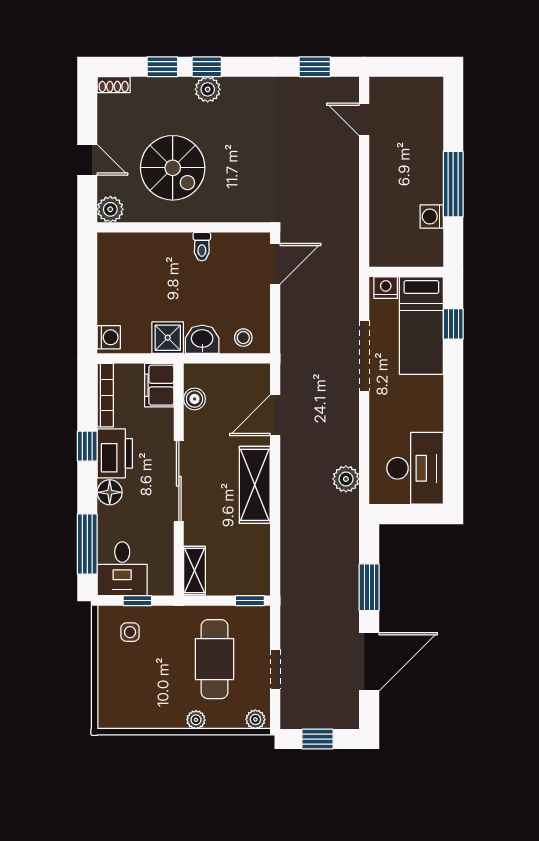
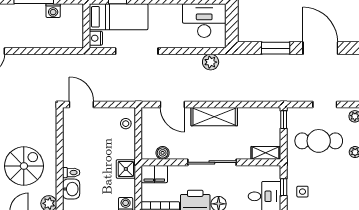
toilet: (202, 247) -> (71, 173), moved
washbasin: (202, 339) -> (71, 189), moved, turned 180

